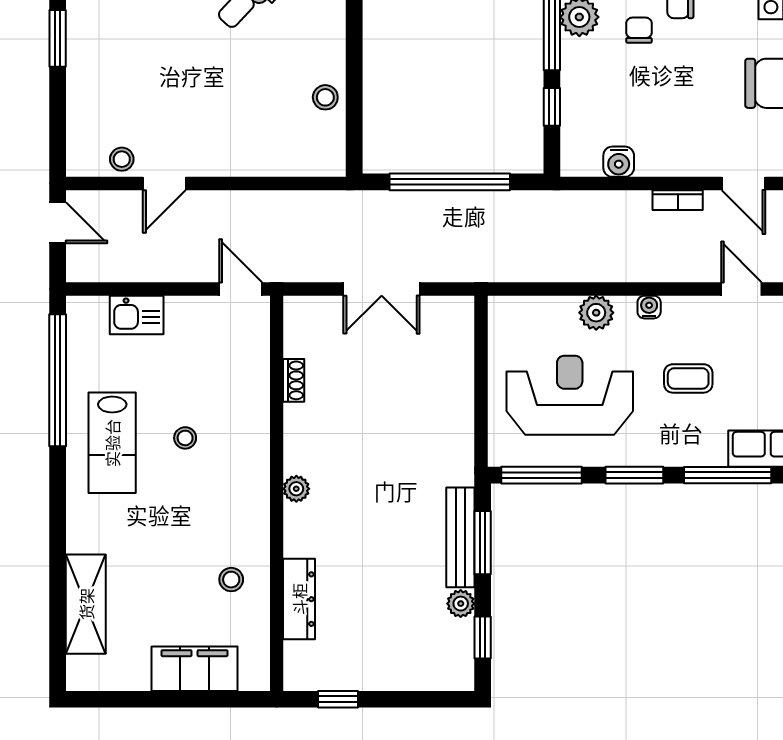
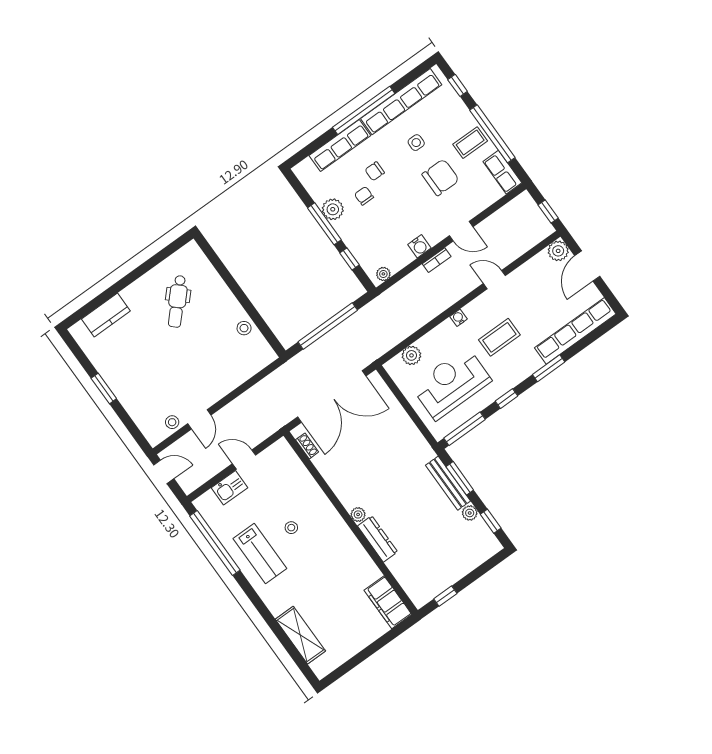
water cooler: (619, 162) -> (419, 246), moved
plant: (585, 164) -> (383, 274), added
door: (241, 289) -> (244, 459), moved
double door: (382, 289) -> (332, 396), width x1.87
plant: (596, 313) -> (411, 355), moved
coffee table: (688, 378) -> (499, 337), width x1.36, depth x1.30
shoe rack: (294, 380) -> (307, 446), moved
window: (634, 475) -> (506, 399), width x0.67
window: (728, 475) -> (549, 368), width x0.69
stool: (231, 580) -> (358, 577), removed
dresser: (299, 599) -> (378, 539), moved
filing cabinet: (195, 669) -> (388, 602), moved, turned -90

